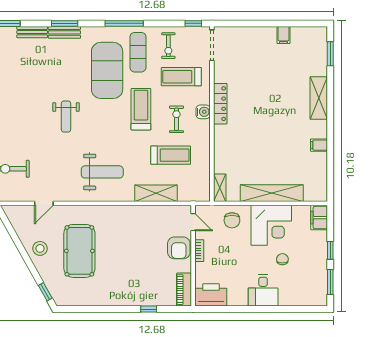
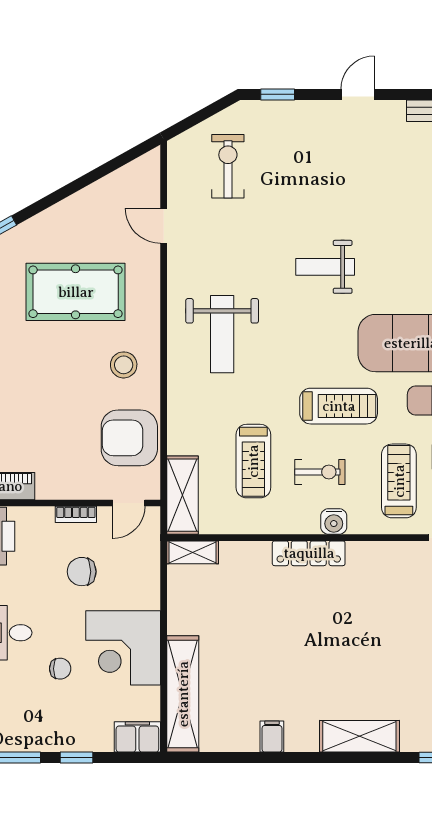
locker: (220, 104) -> (309, 553), moved
shelving: (156, 193) -> (182, 495), moved
shelving: (272, 193) -> (183, 694), moved
chair: (232, 220) -> (82, 572), moved
stool: (40, 248) -> (124, 365), moved
armchair: (179, 248) -> (129, 438), moved, width x1.36, depth x1.36

